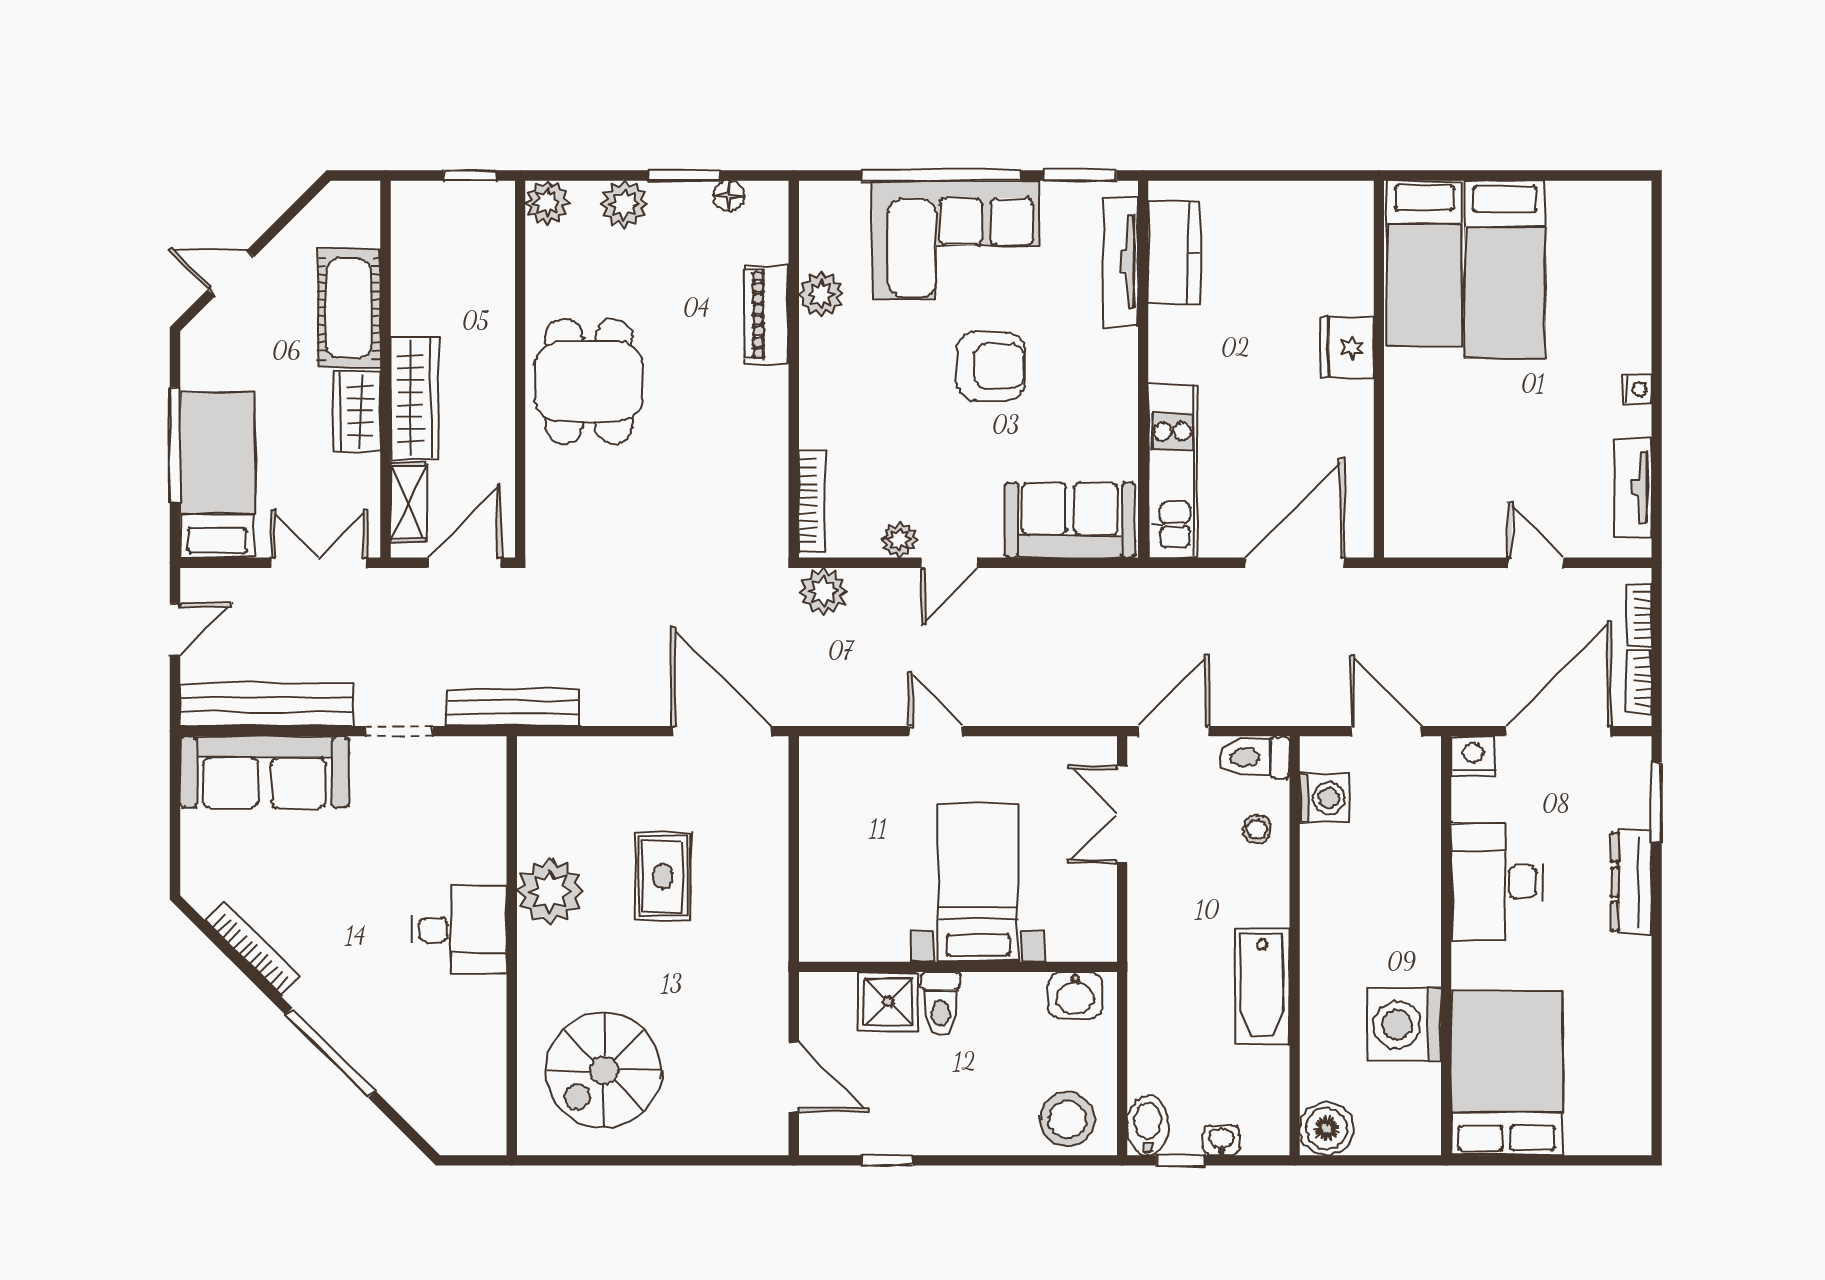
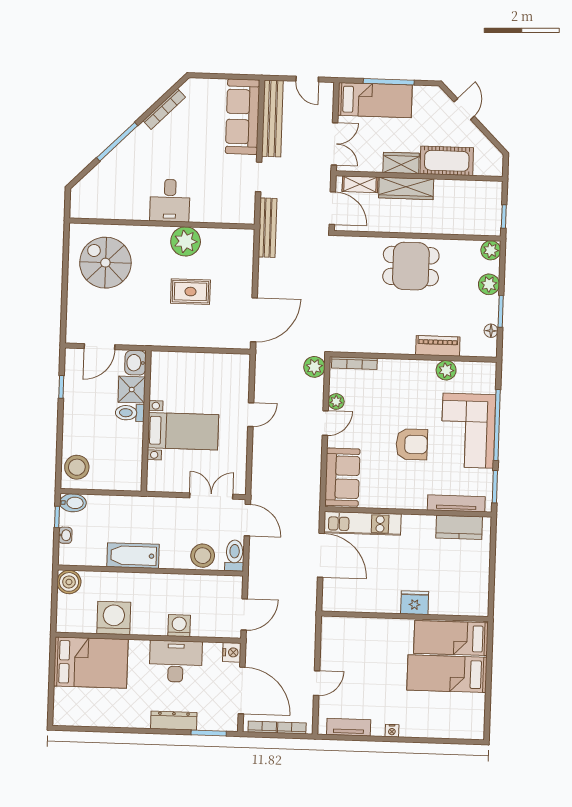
armchair: (991, 366) -> (412, 444), turned -90
door: (949, 563) -> (325, 423), swing flipped
door: (1295, 563) -> (321, 555), moved
washing machine: (1324, 798) -> (179, 626), moved, turned 180
stool: (1257, 829) -> (203, 556), width x1.89, depth x1.89
washbasin: (1075, 995) -> (135, 363), moved

